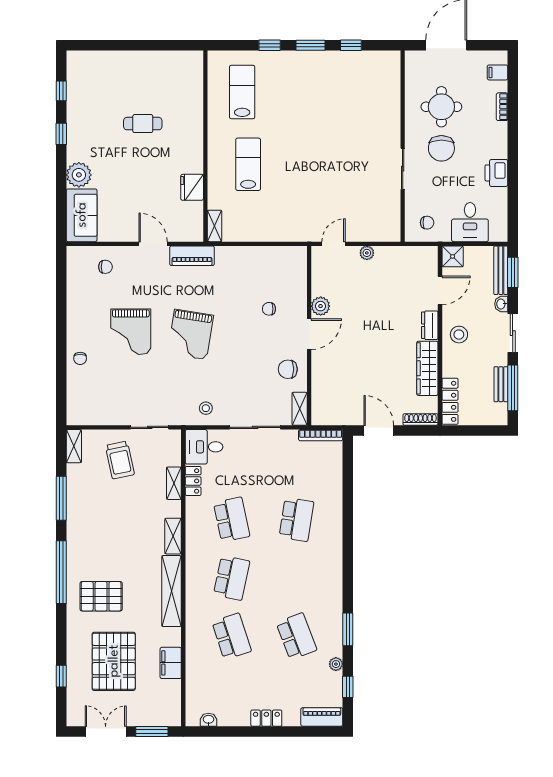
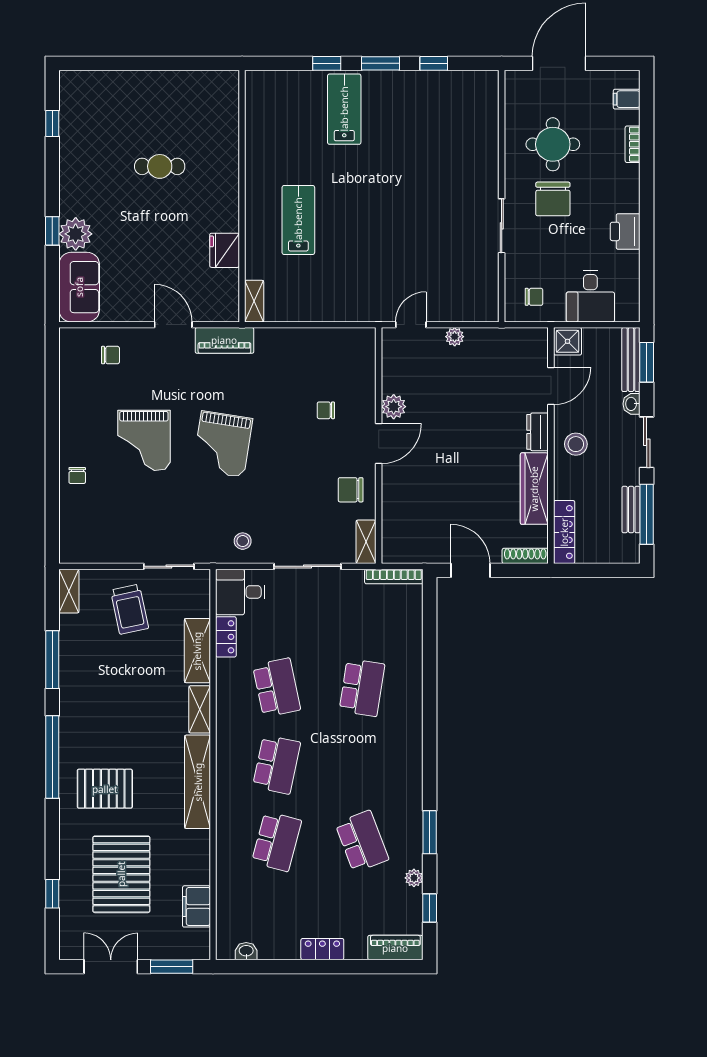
lab bench: (242, 92) -> (344, 109), moved
window: (61, 134) -> (52, 231), moved
shelving: (174, 483) -> (197, 651), width x1.50, depth x1.33
school desk: (232, 636) -> (277, 841), turned 33
filing cabinet: (171, 663) -> (196, 906), moved

